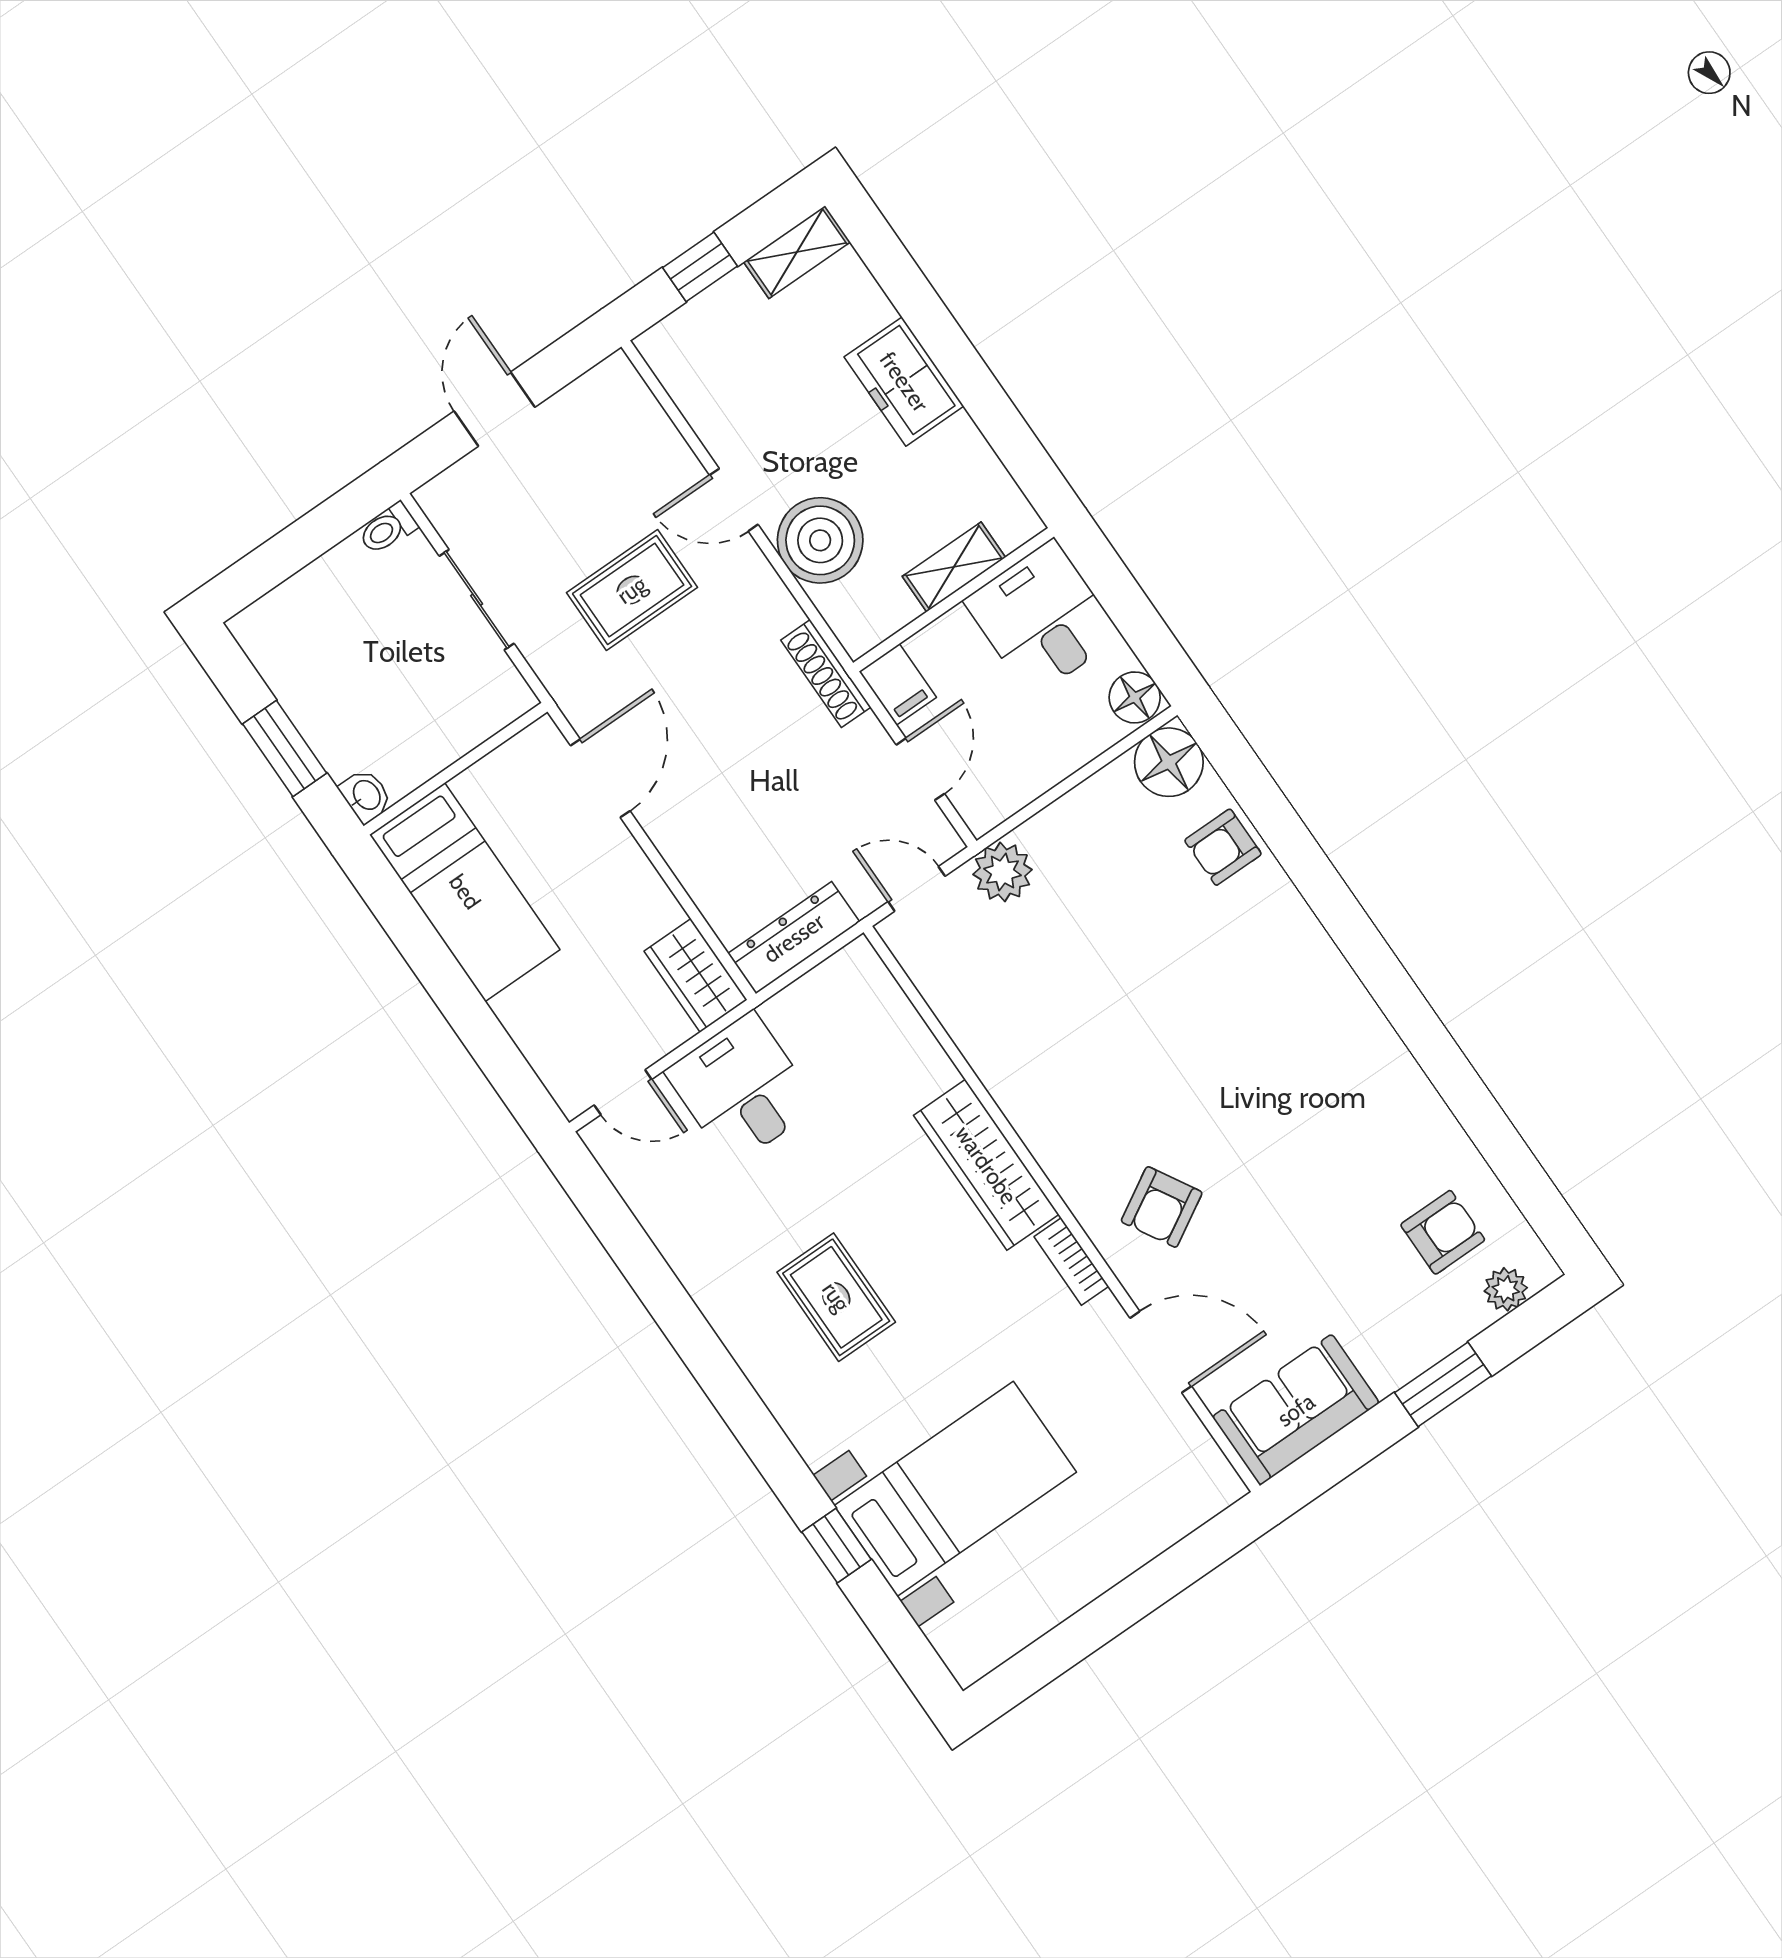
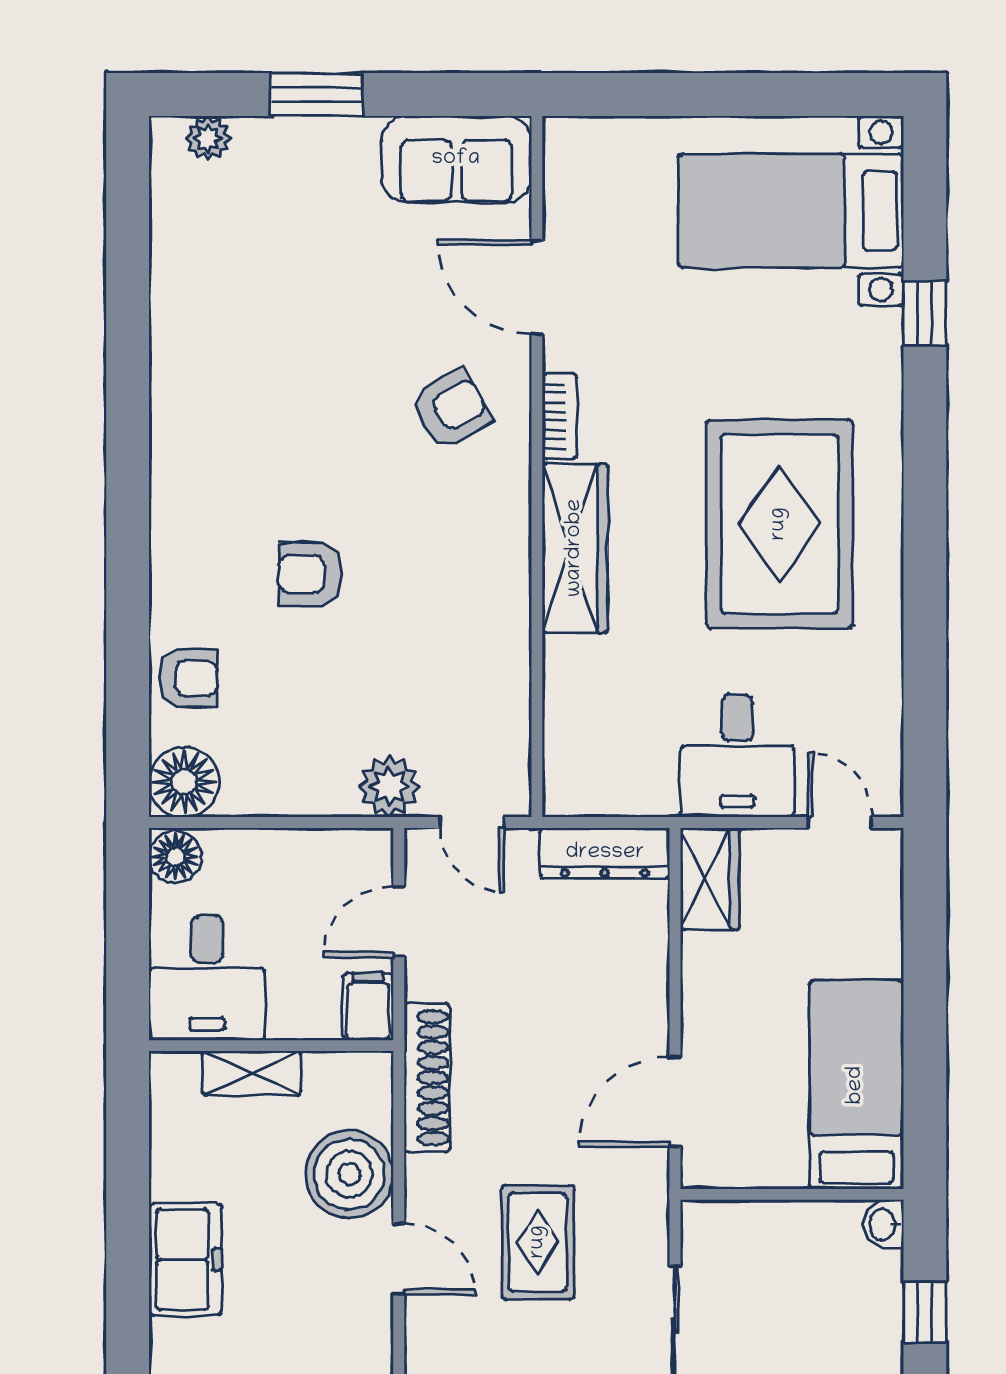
rug: (632, 590) -> (538, 1242), turned 90
shoe rack: (826, 674) -> (427, 1078), width x1.36, depth x1.24
window: (285, 748) -> (925, 1312), width x0.67
armchair: (1443, 1232) -> (310, 574), moved
rug: (836, 1297) -> (779, 524), width x1.86, depth x2.06
bed with nightstands: (955, 1489) -> (791, 211), moved

